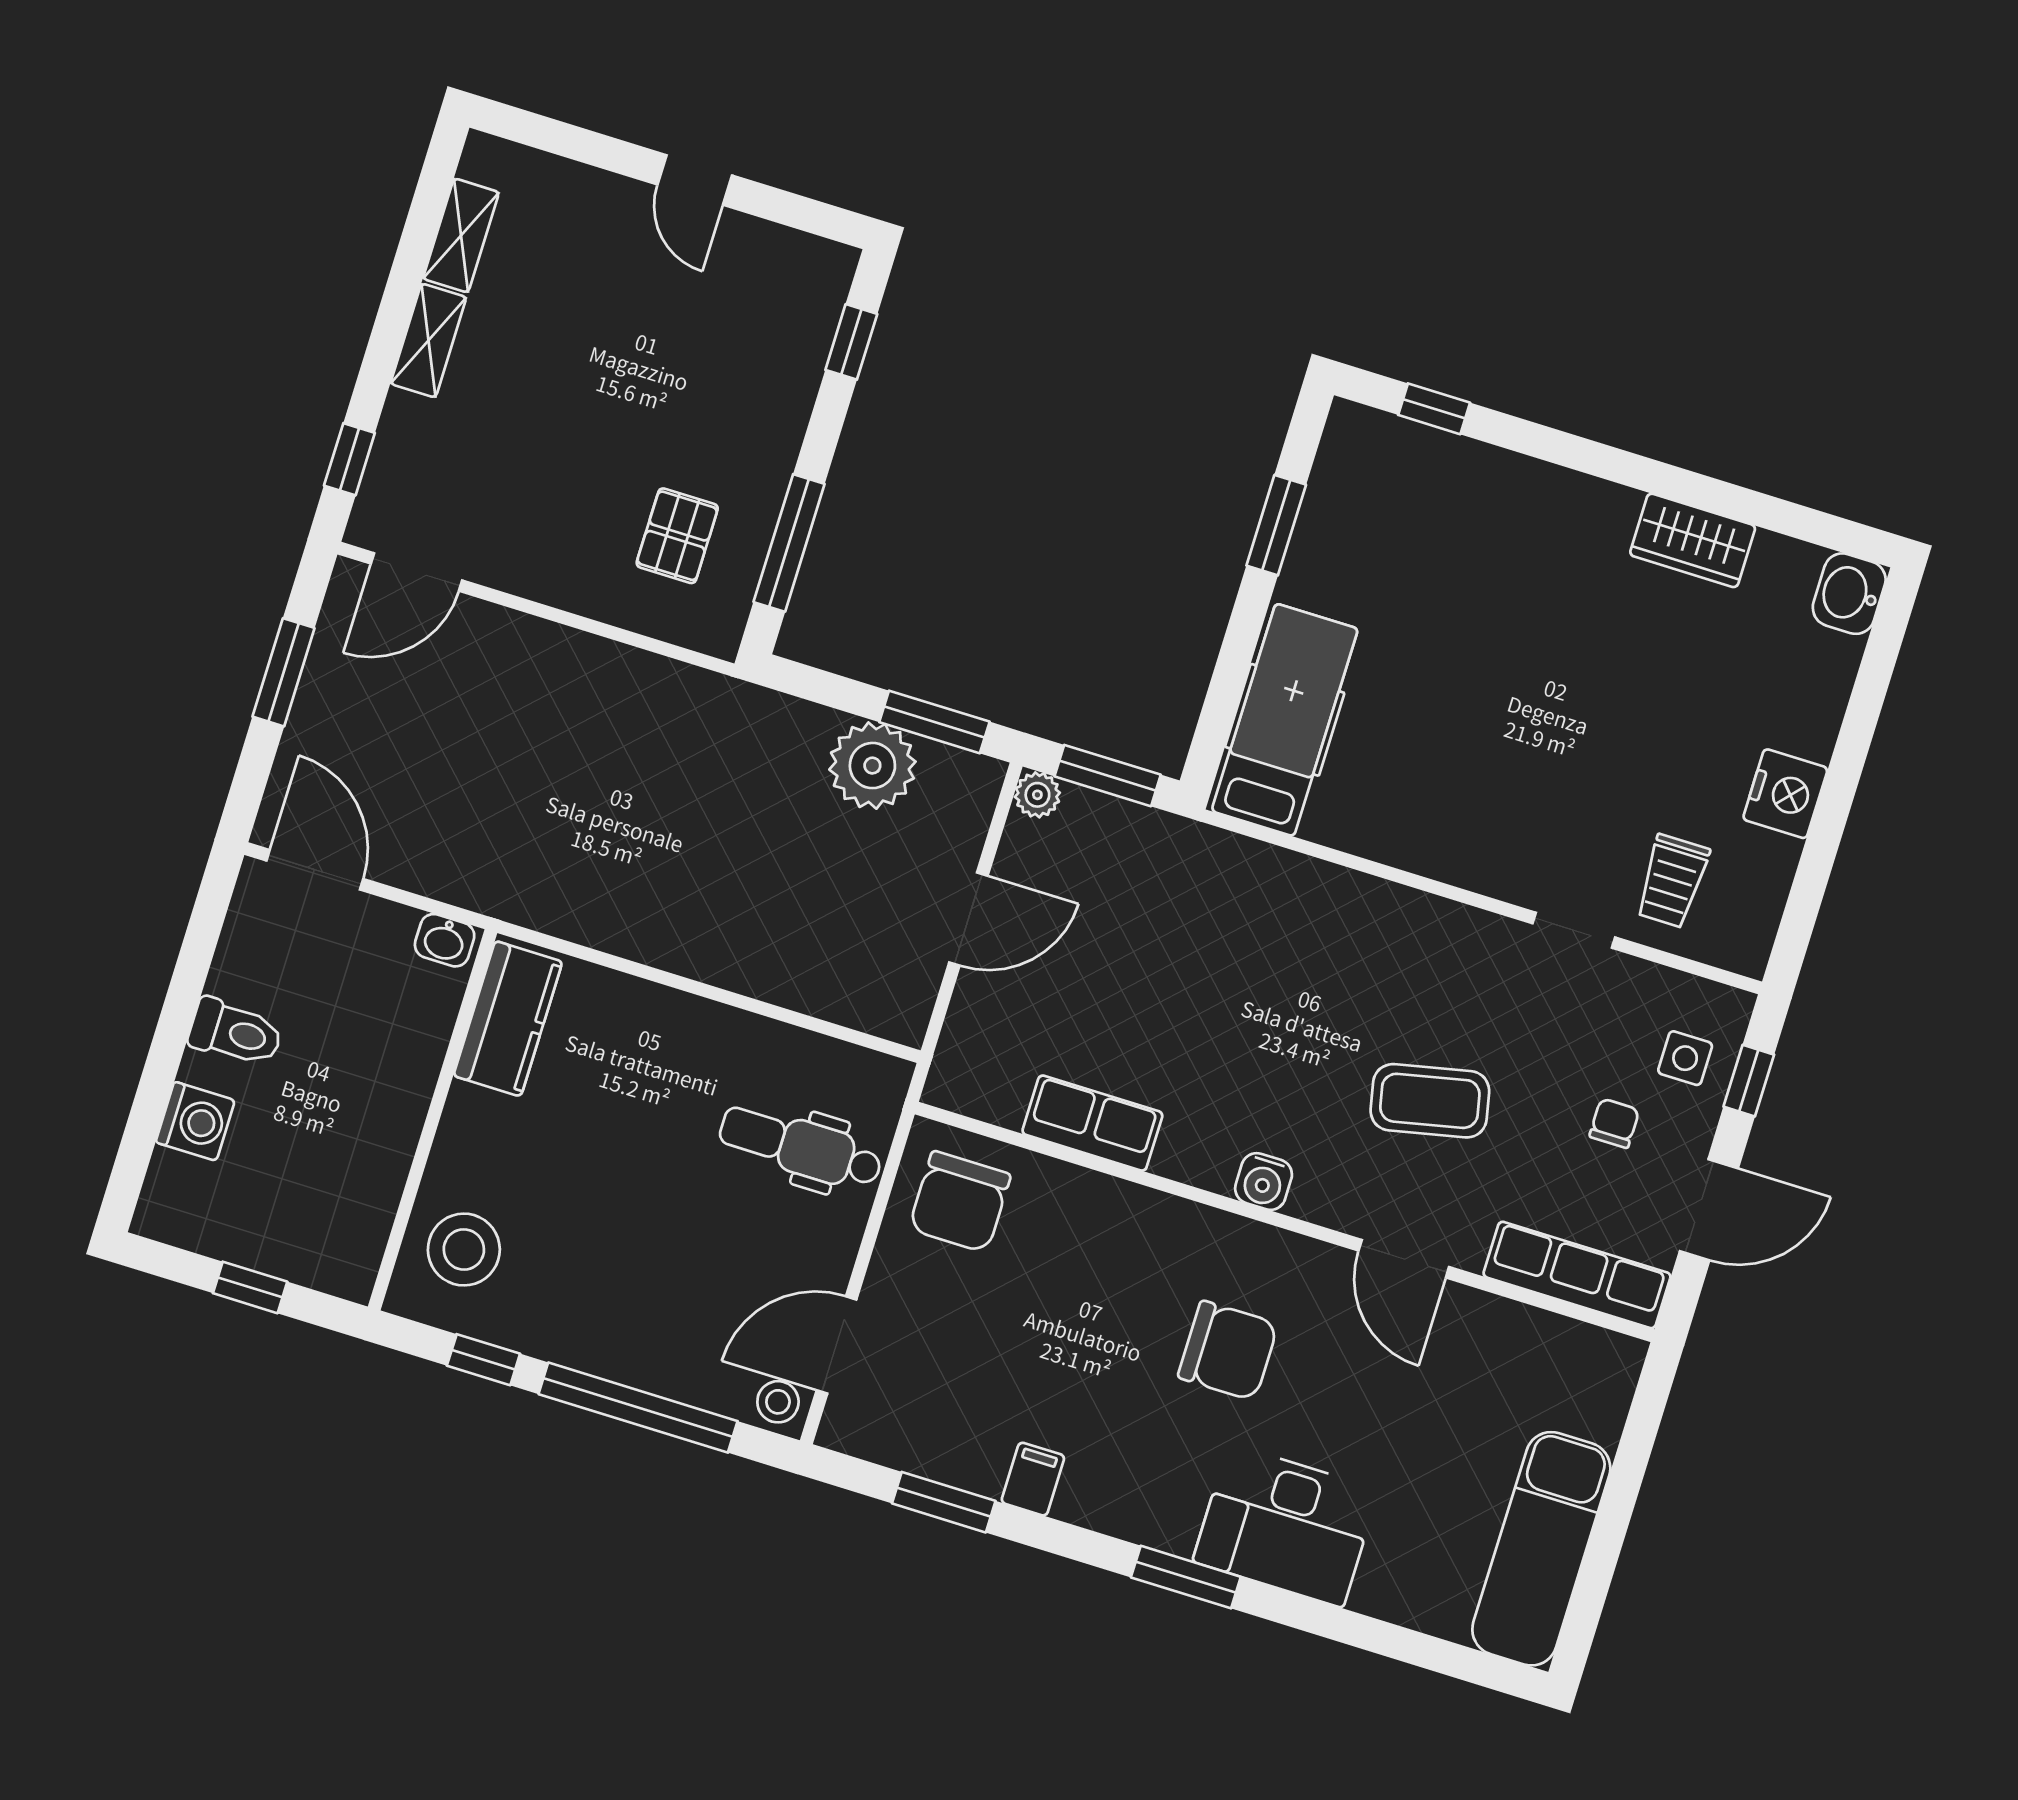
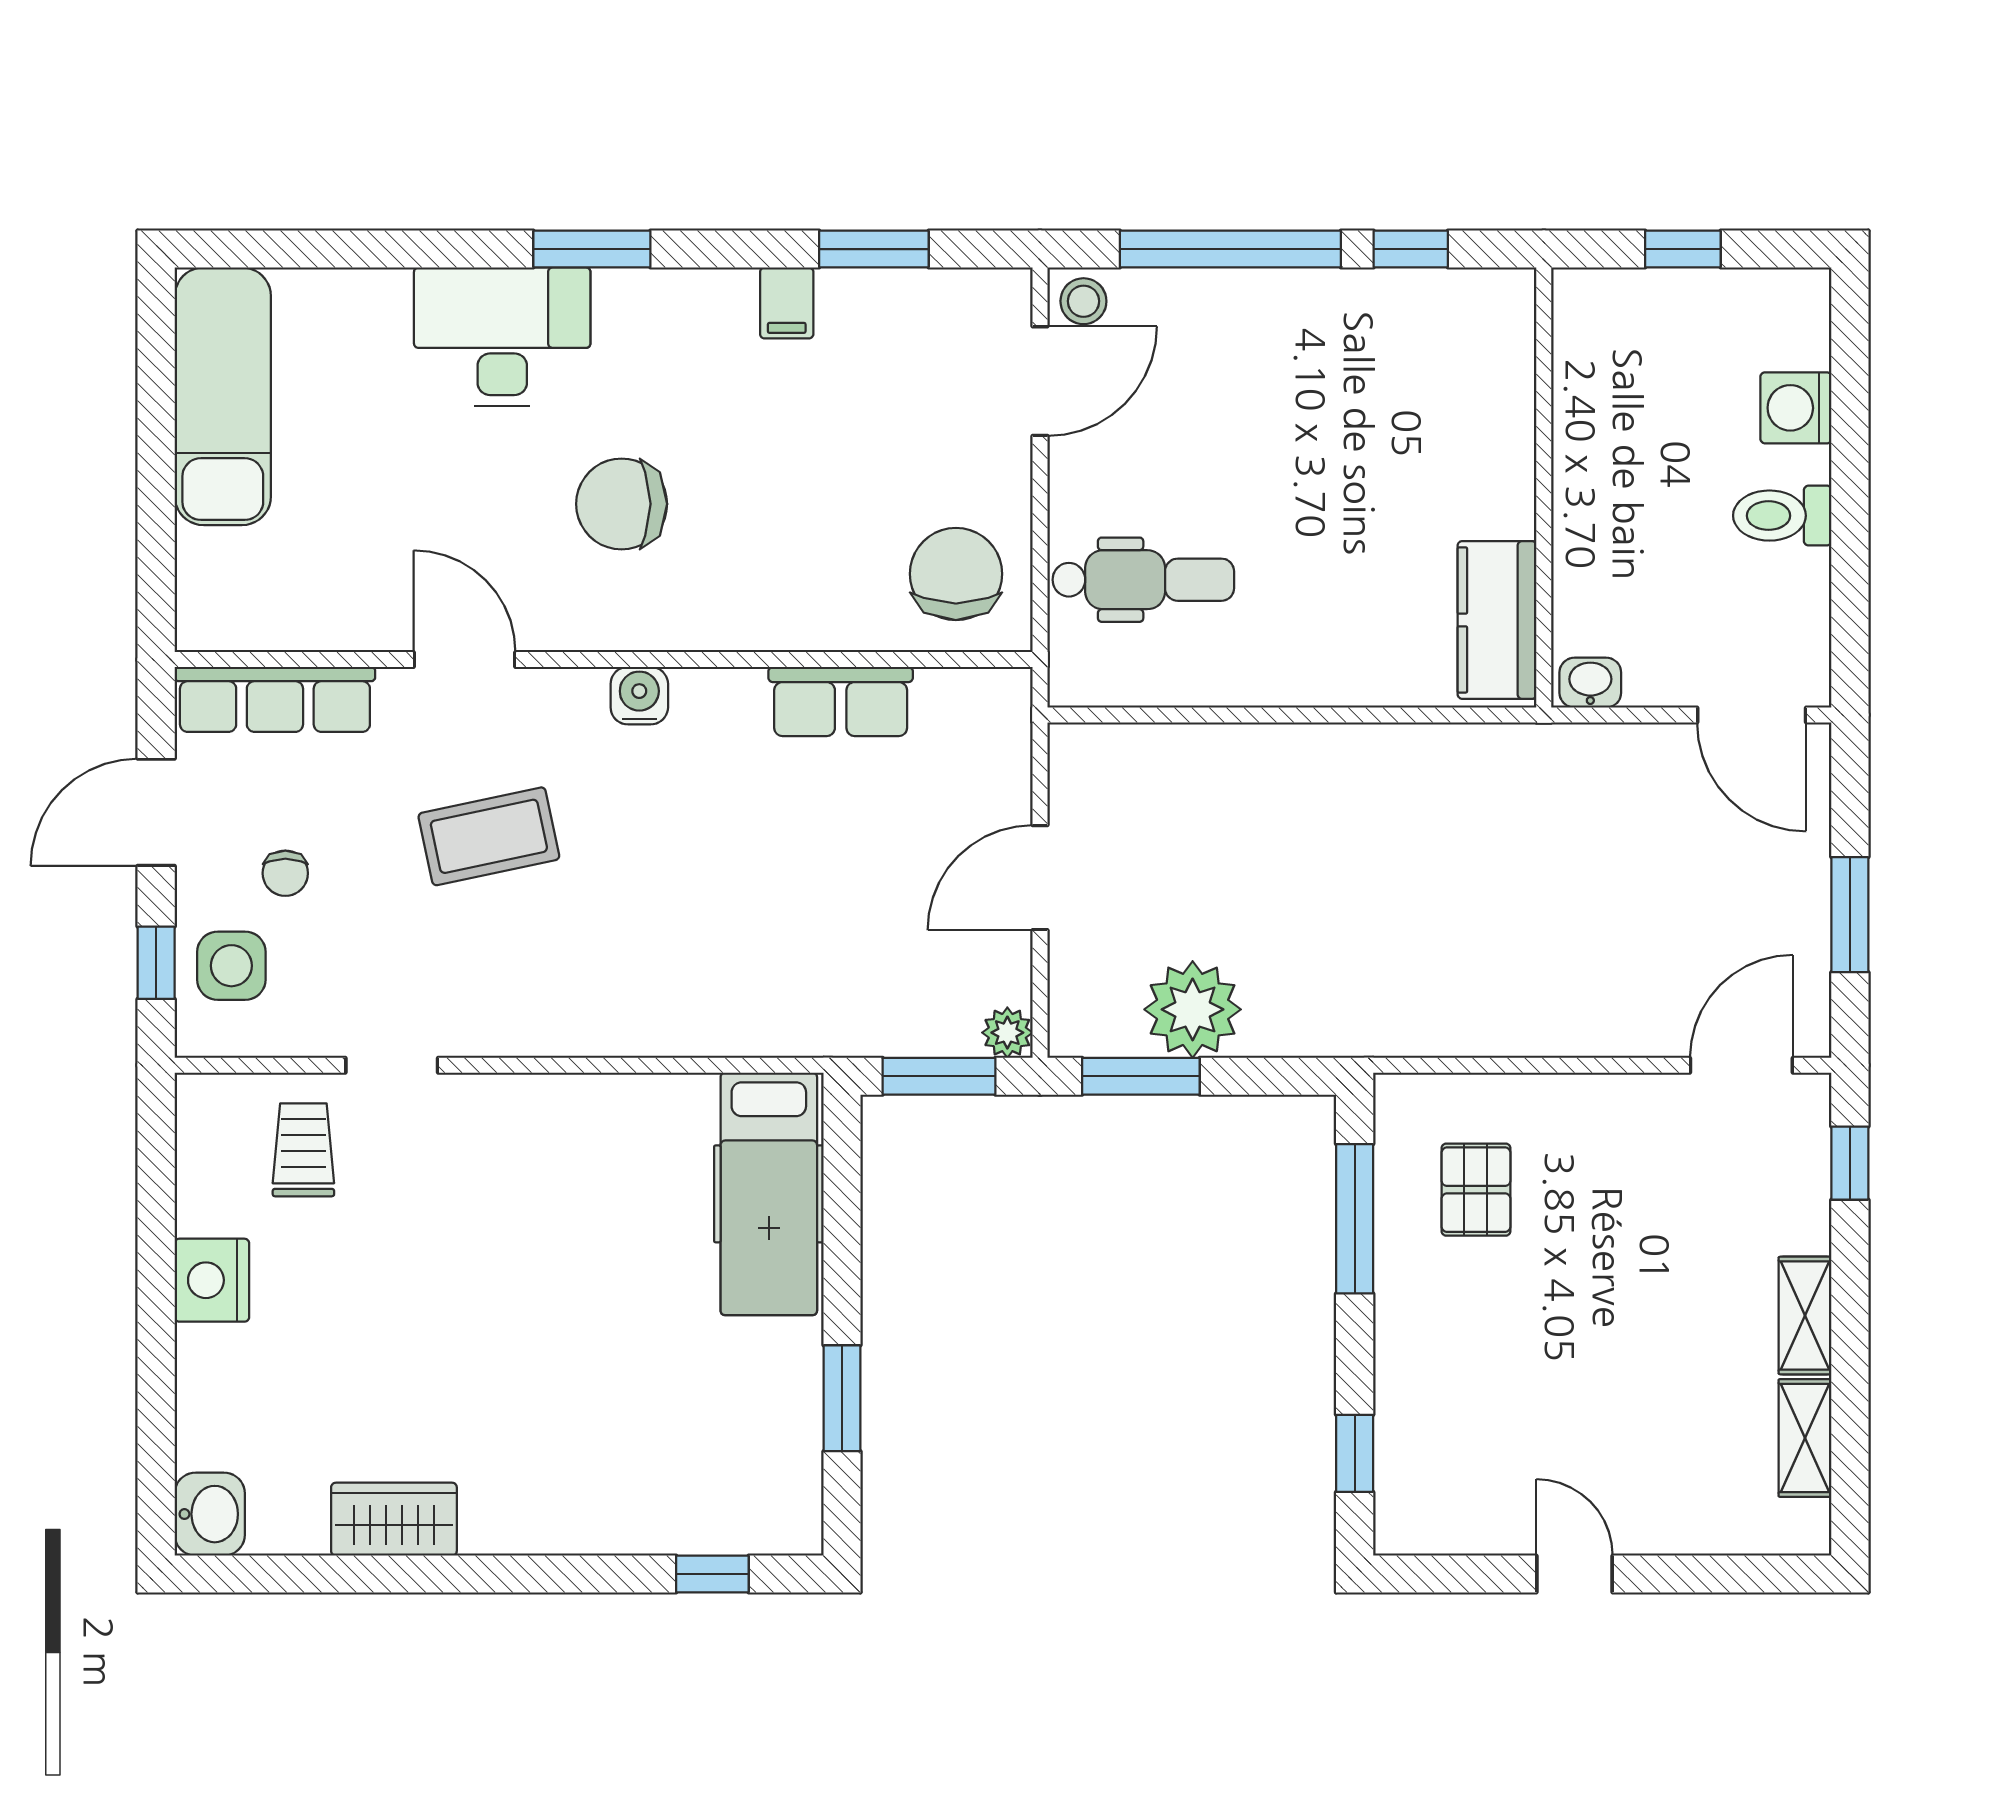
side table: (1685, 1058) -> (231, 966), width x1.37, depth x1.37
stool: (464, 1250) -> (1468, 360), removed

